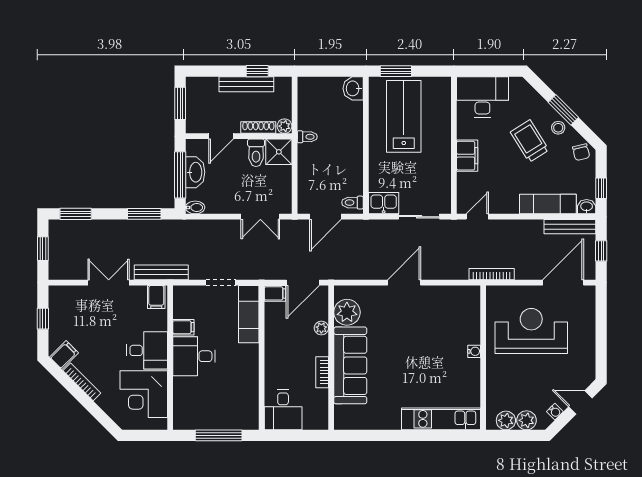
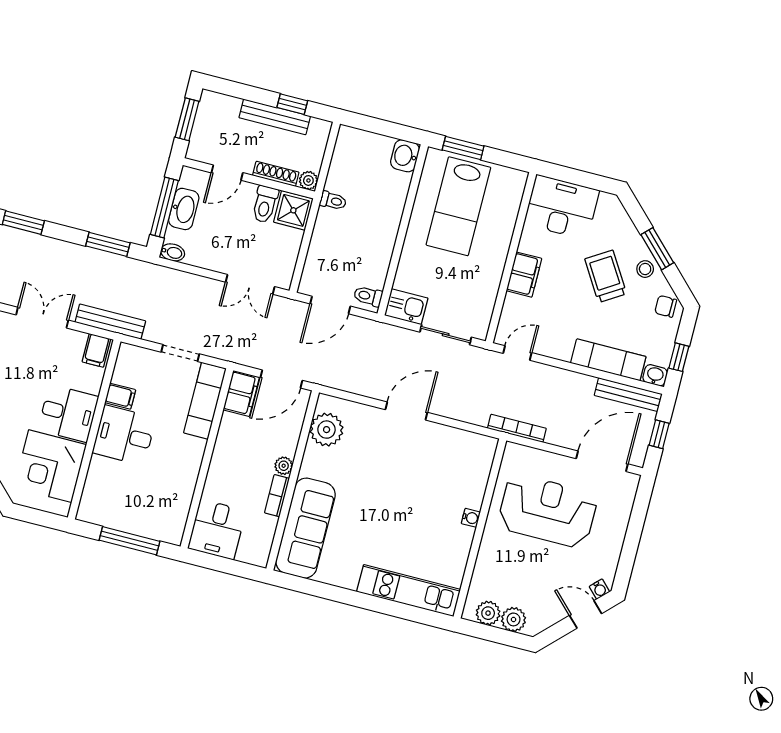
lab bench: (404, 116) -> (458, 206), turned 180
chair: (581, 152) -> (666, 306), turned 104
filing cabinet: (275, 293) -> (241, 393), width x2.00
plant: (321, 328) -> (284, 466), moved
sofa: (350, 365) -> (306, 528), moved
water cooler: (555, 412) -> (599, 589), moved

